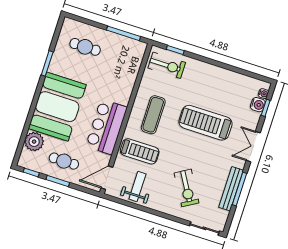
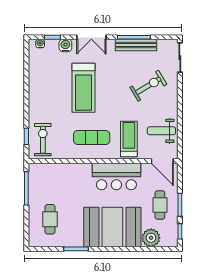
water cooler: (258, 105) -> (65, 46), moved

